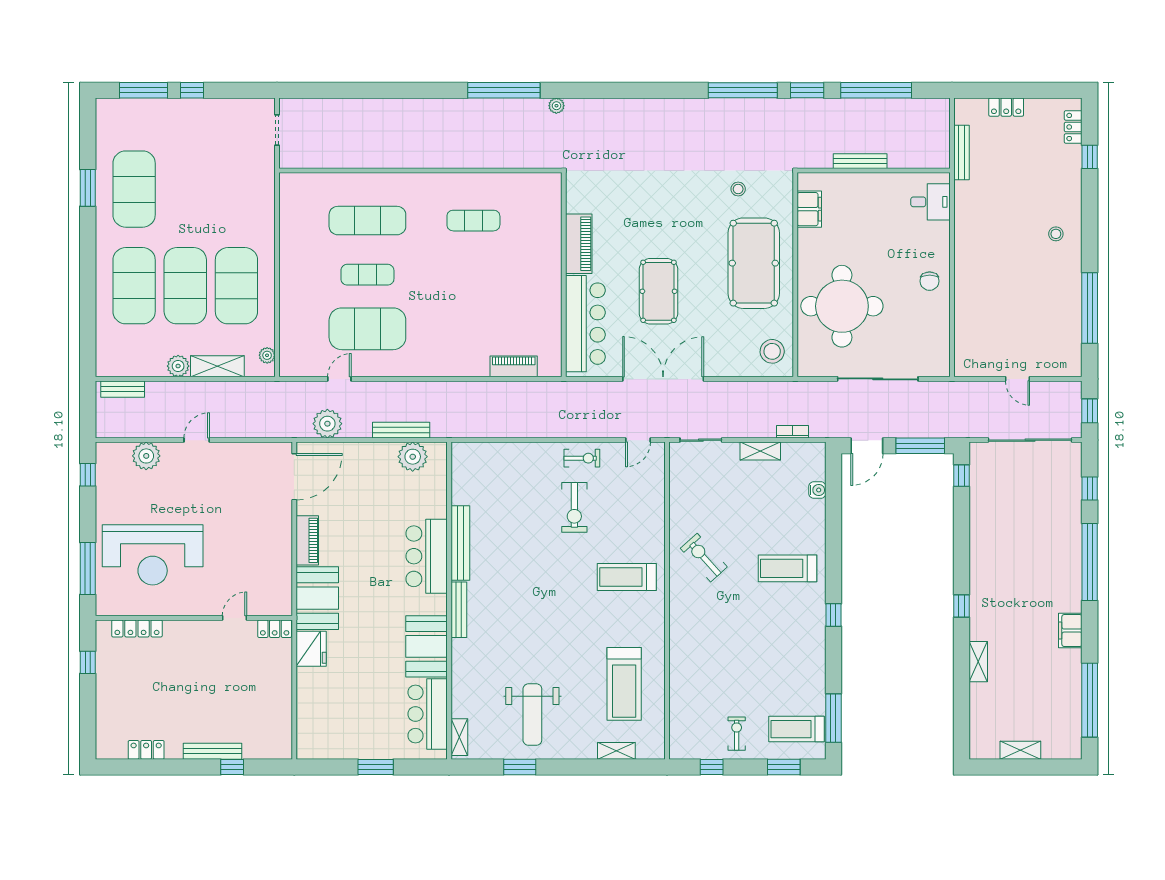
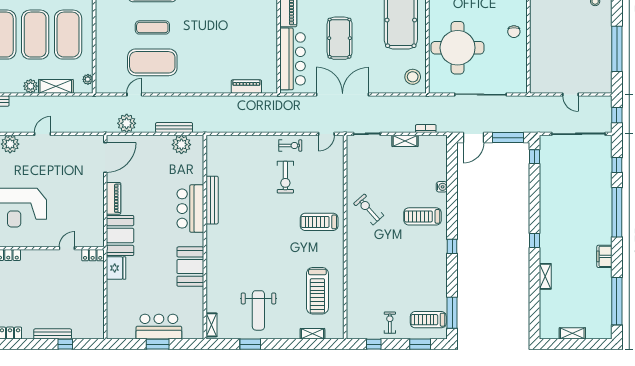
water cooler: (817, 490) -> (442, 187), moved
bench: (459, 610) -> (211, 243), removed
bar counter: (428, 714) -> (159, 327), moved, turned 90

